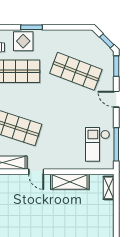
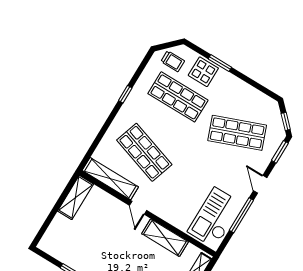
shop shelf: (76, 71) -> (237, 133), turned -42
checkout: (98, 144) -> (215, 218), width x1.36, depth x1.21
window: (116, 144) -> (241, 215), moved

